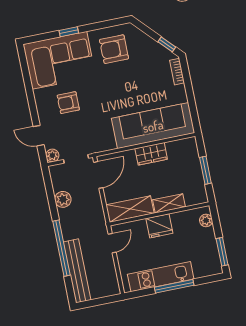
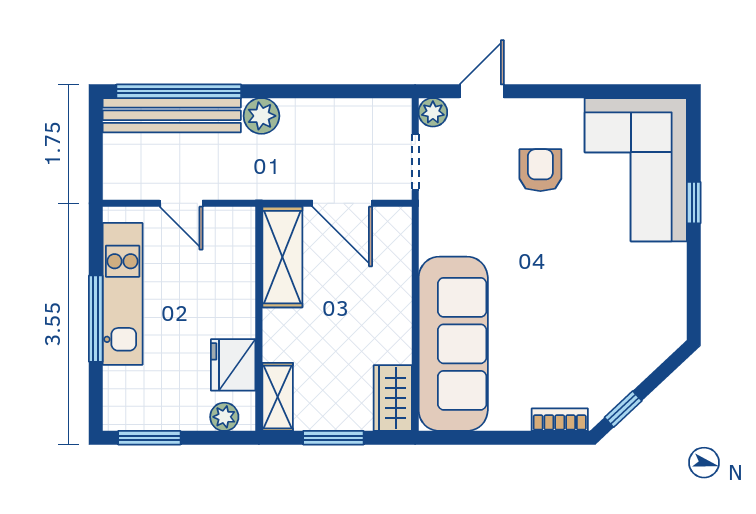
armchair: (114, 49) -> (636, 293), removed
wardrobe: (151, 154) -> (393, 398), moved
door: (98, 175) -> (342, 203), moved
plant: (63, 199) -> (261, 116), moved
shelving: (169, 203) -> (278, 397), moved
fridge: (159, 226) -> (233, 365), moved
door: (112, 243) -> (181, 203), moved
window: (61, 248) -> (179, 91), moved

